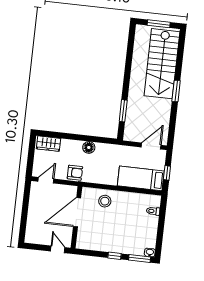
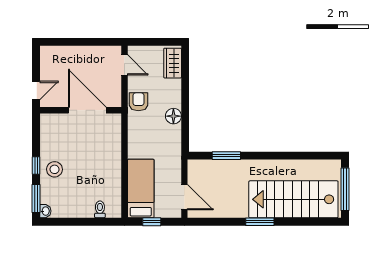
window: (159, 24) -> (345, 189), width x1.44
armchair: (75, 173) -> (138, 102), turned 180
stool: (105, 201) -> (55, 169), moved

